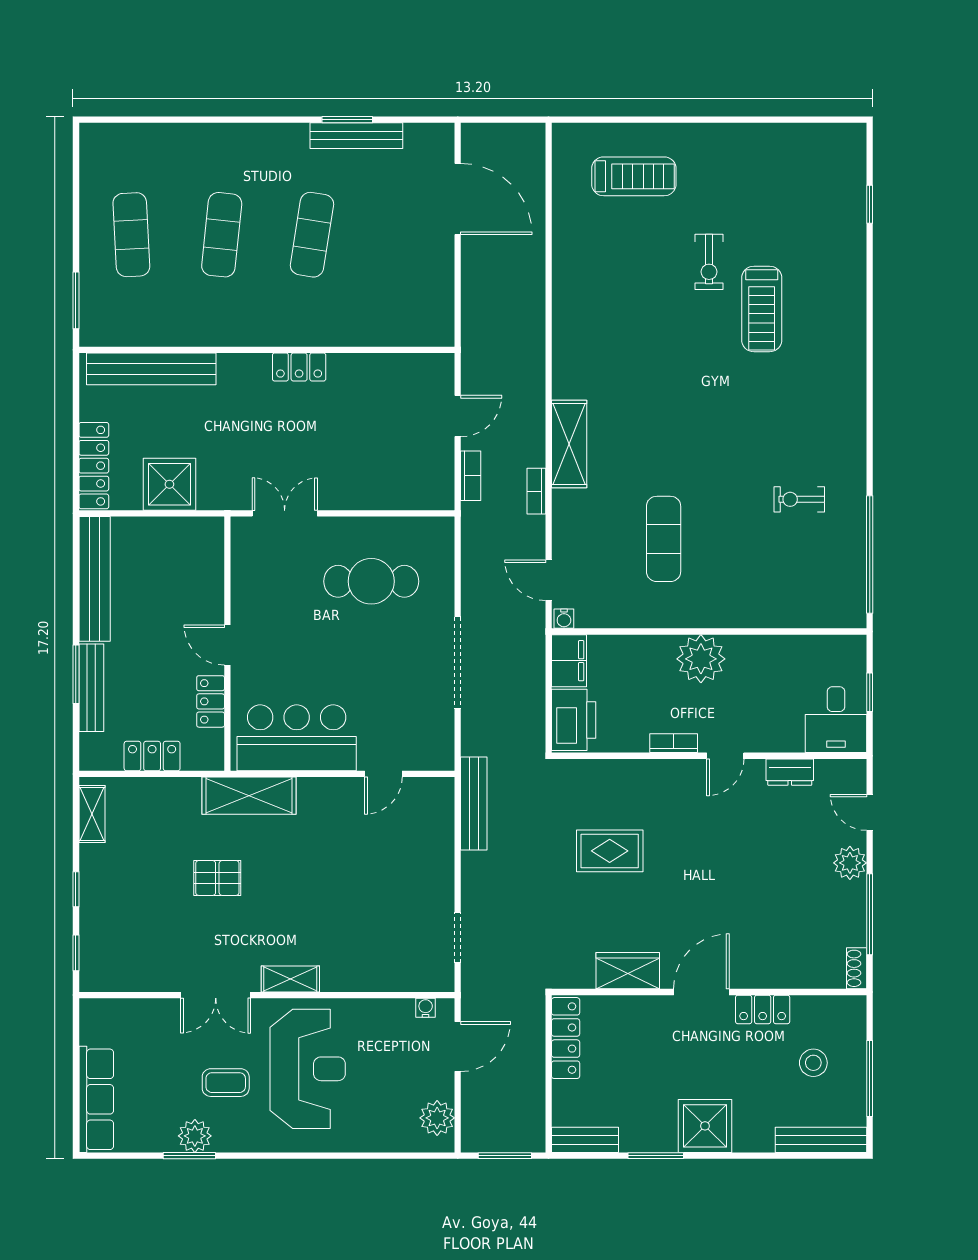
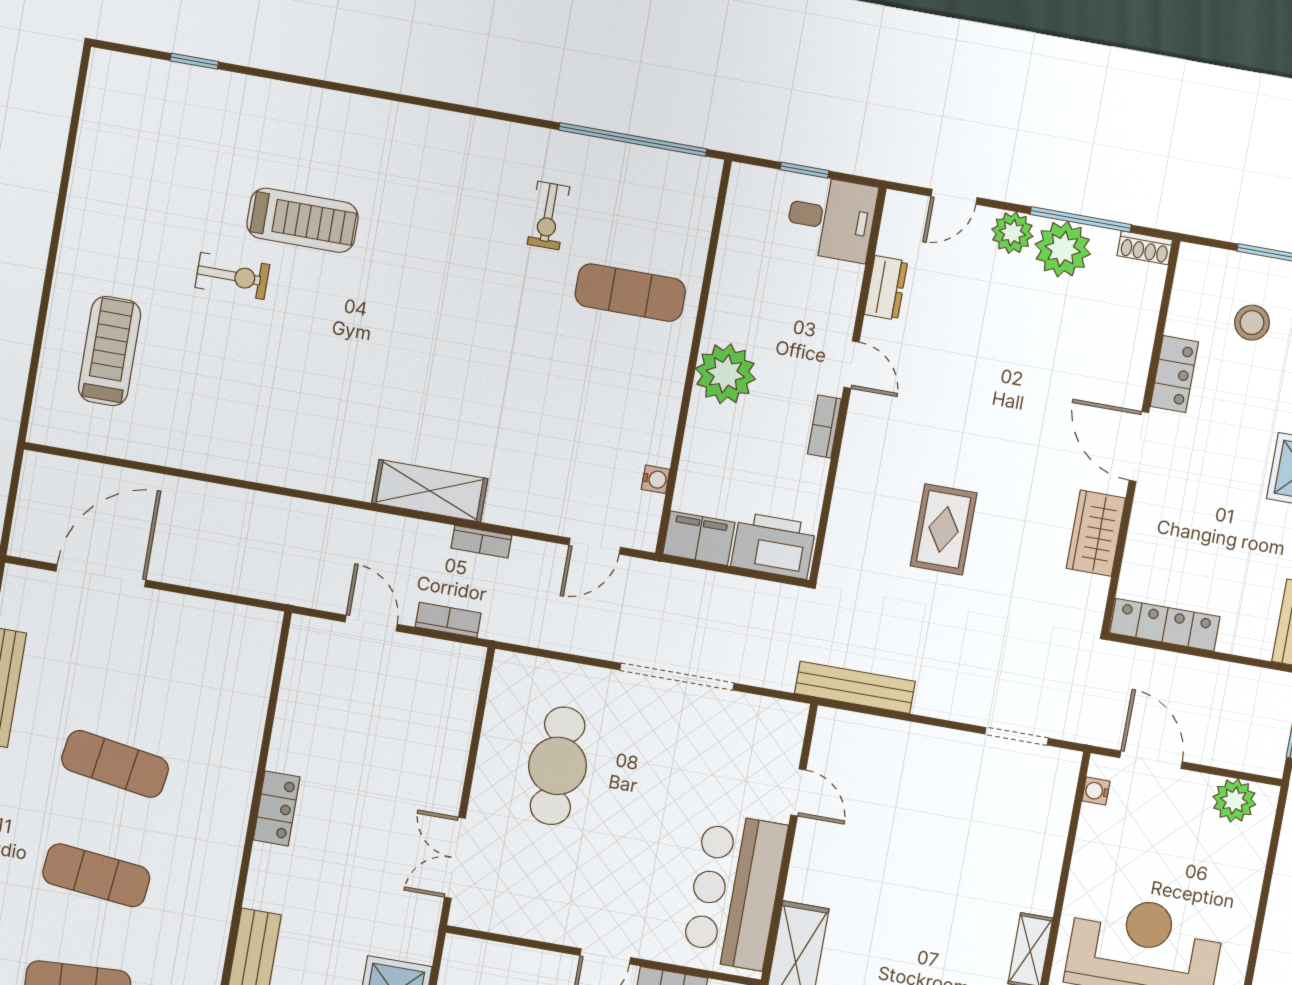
exercise mat: (664, 539) -> (630, 293), moved
water cooler: (564, 619) -> (656, 479), moved
plant: (844, 904) -> (1063, 249), added

